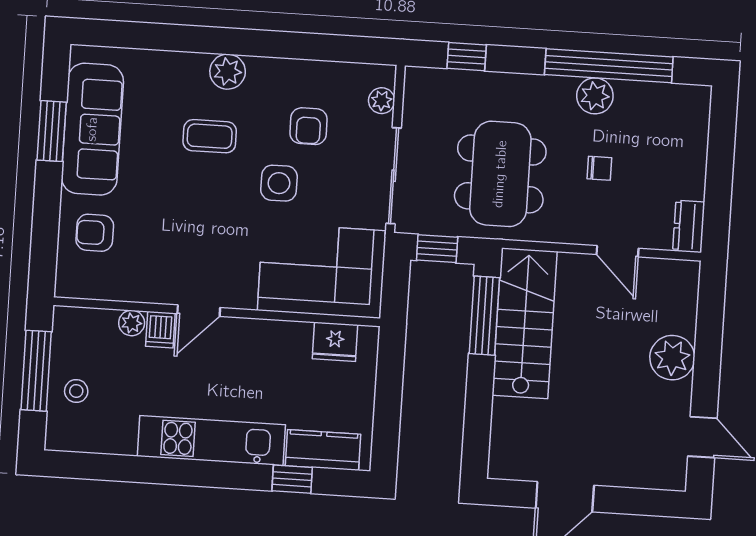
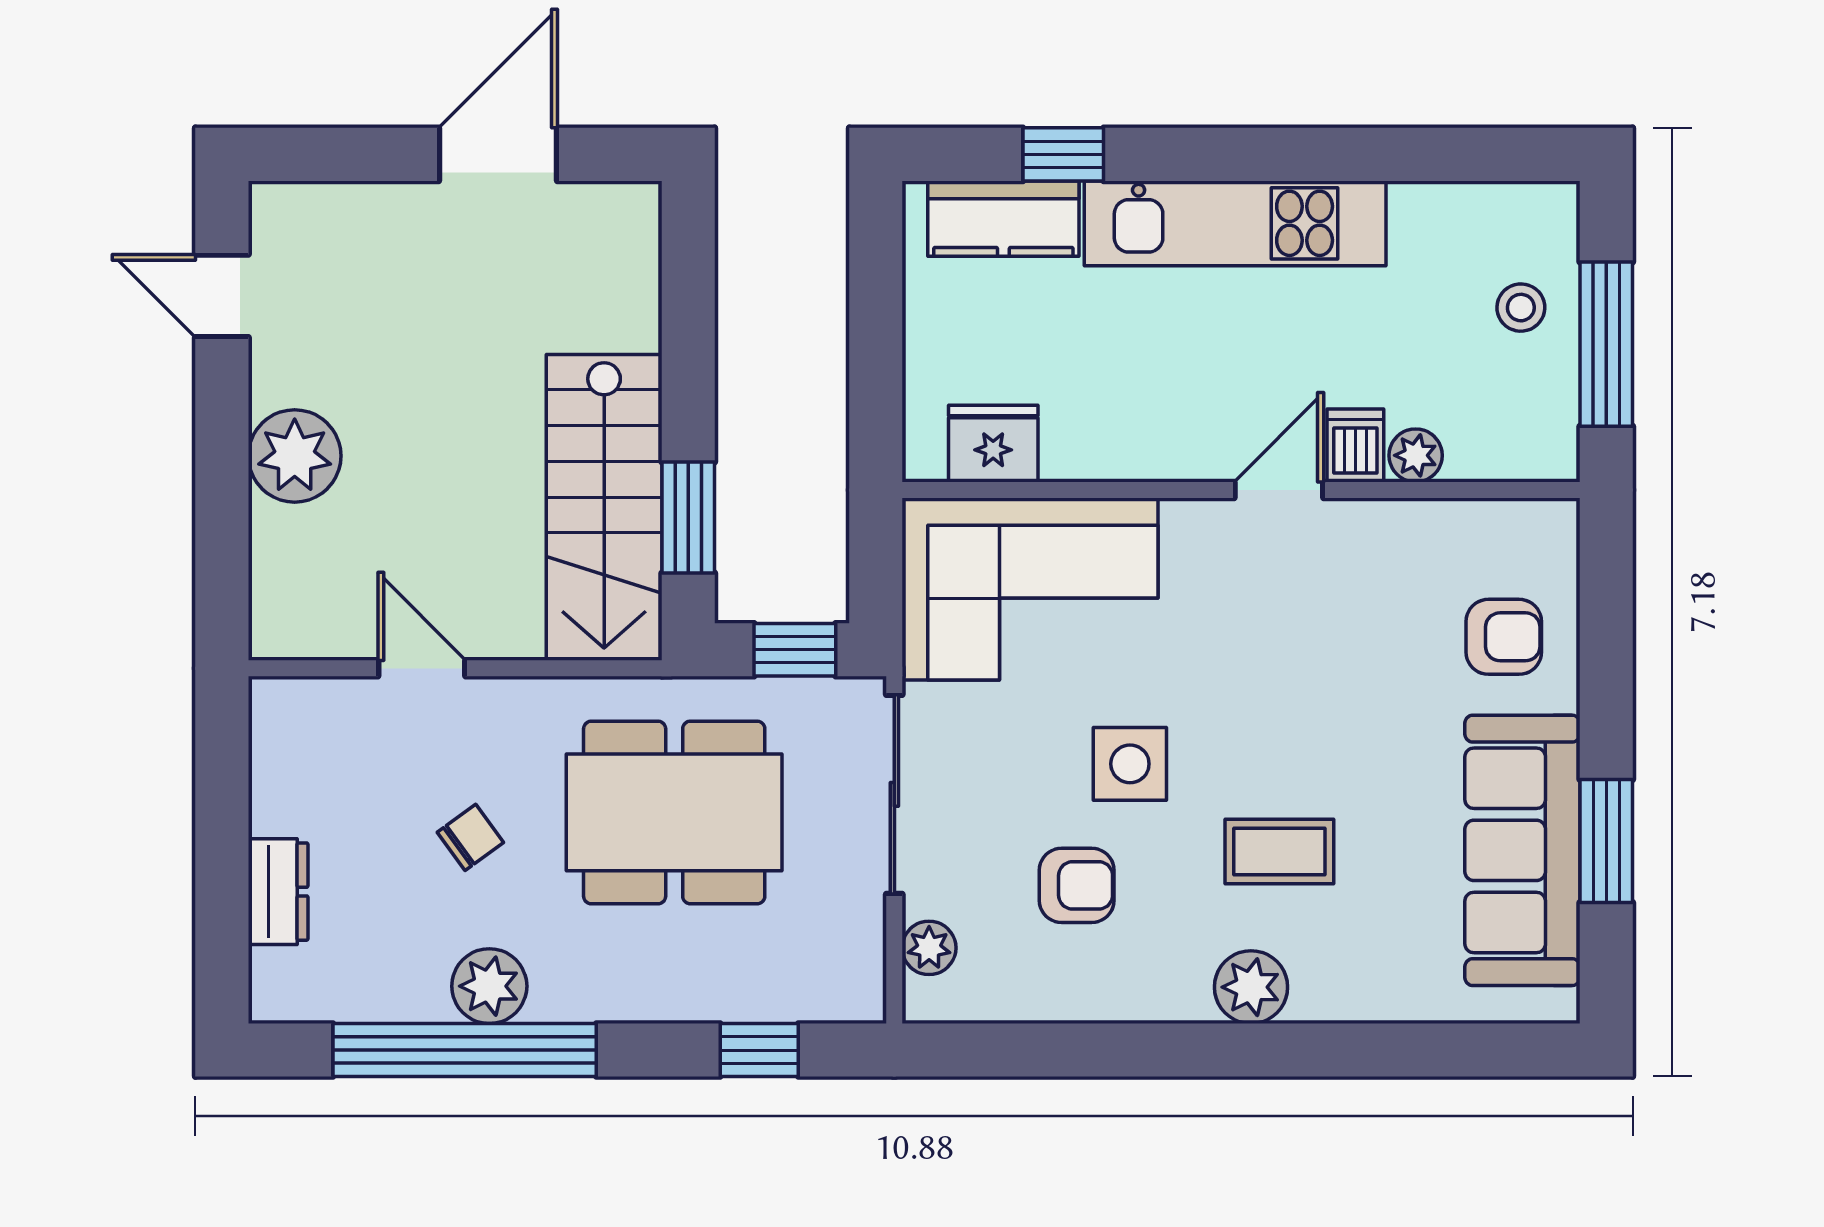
armchair: (308, 126) -> (1077, 885), turned 90
chair: (599, 168) -> (470, 837), turned 144
dining table: (500, 174) -> (674, 812), turned 90
dresser: (689, 226) -> (278, 892), moved
window: (484, 316) -> (688, 518), width x0.69

